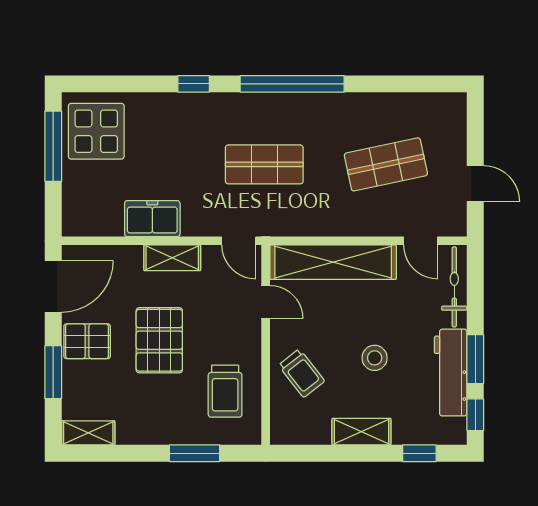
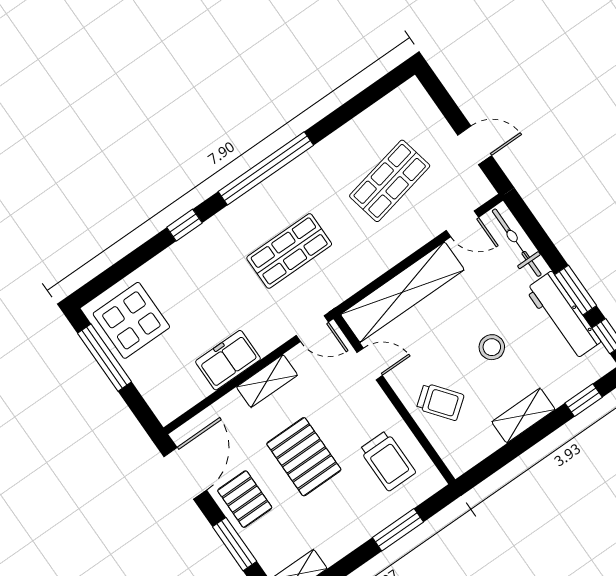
pallet: (87, 341) -> (245, 499), turned 90

